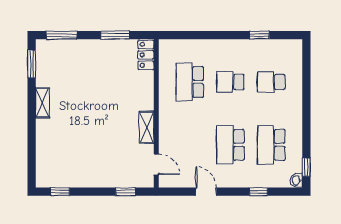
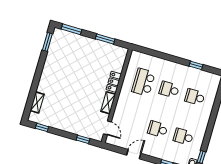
locker: (146, 55) -> (114, 82), moved
shelving: (42, 103) -> (37, 102), moved
school desk: (230, 145) -> (158, 129), width x0.54
school desk: (271, 145) -> (183, 137), width x0.54
door: (206, 192) -> (134, 154), hinge flipped

